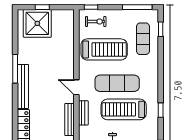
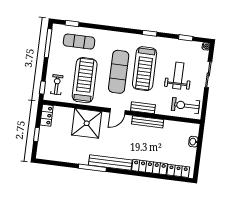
locker: (63, 15) -> (47, 115), added
shower: (37, 23) -> (87, 123), moved

